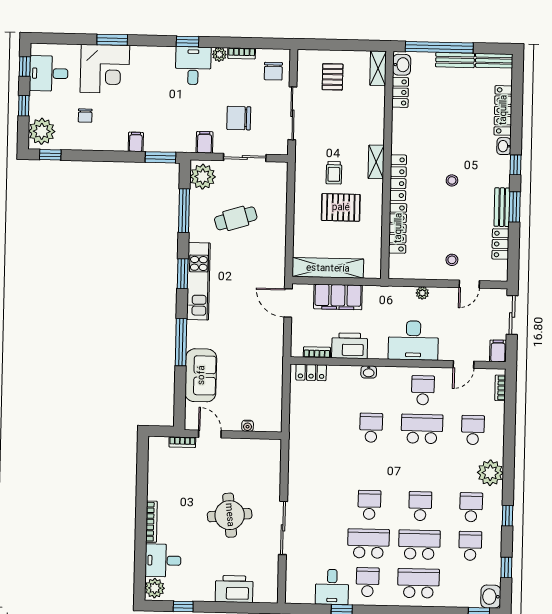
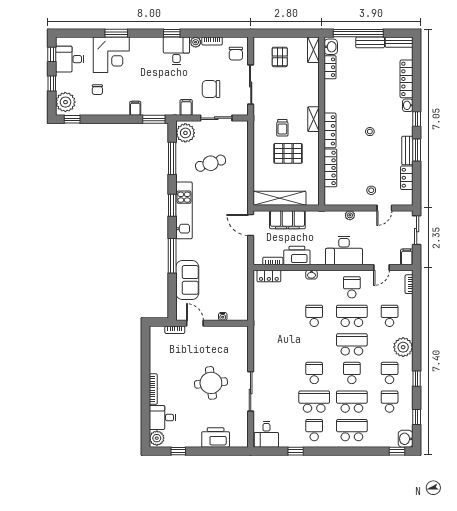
school desk: (421, 467) -> (352, 344), added
desk: (332, 587) -> (266, 434), moved

